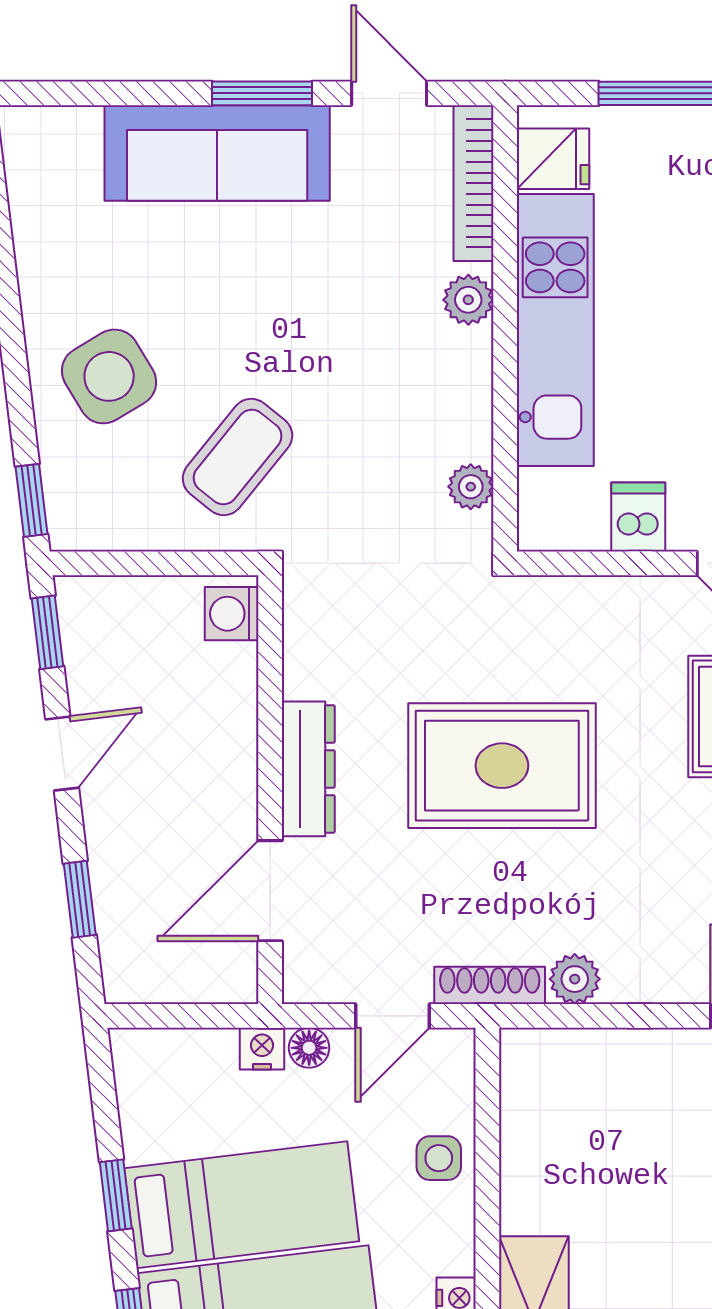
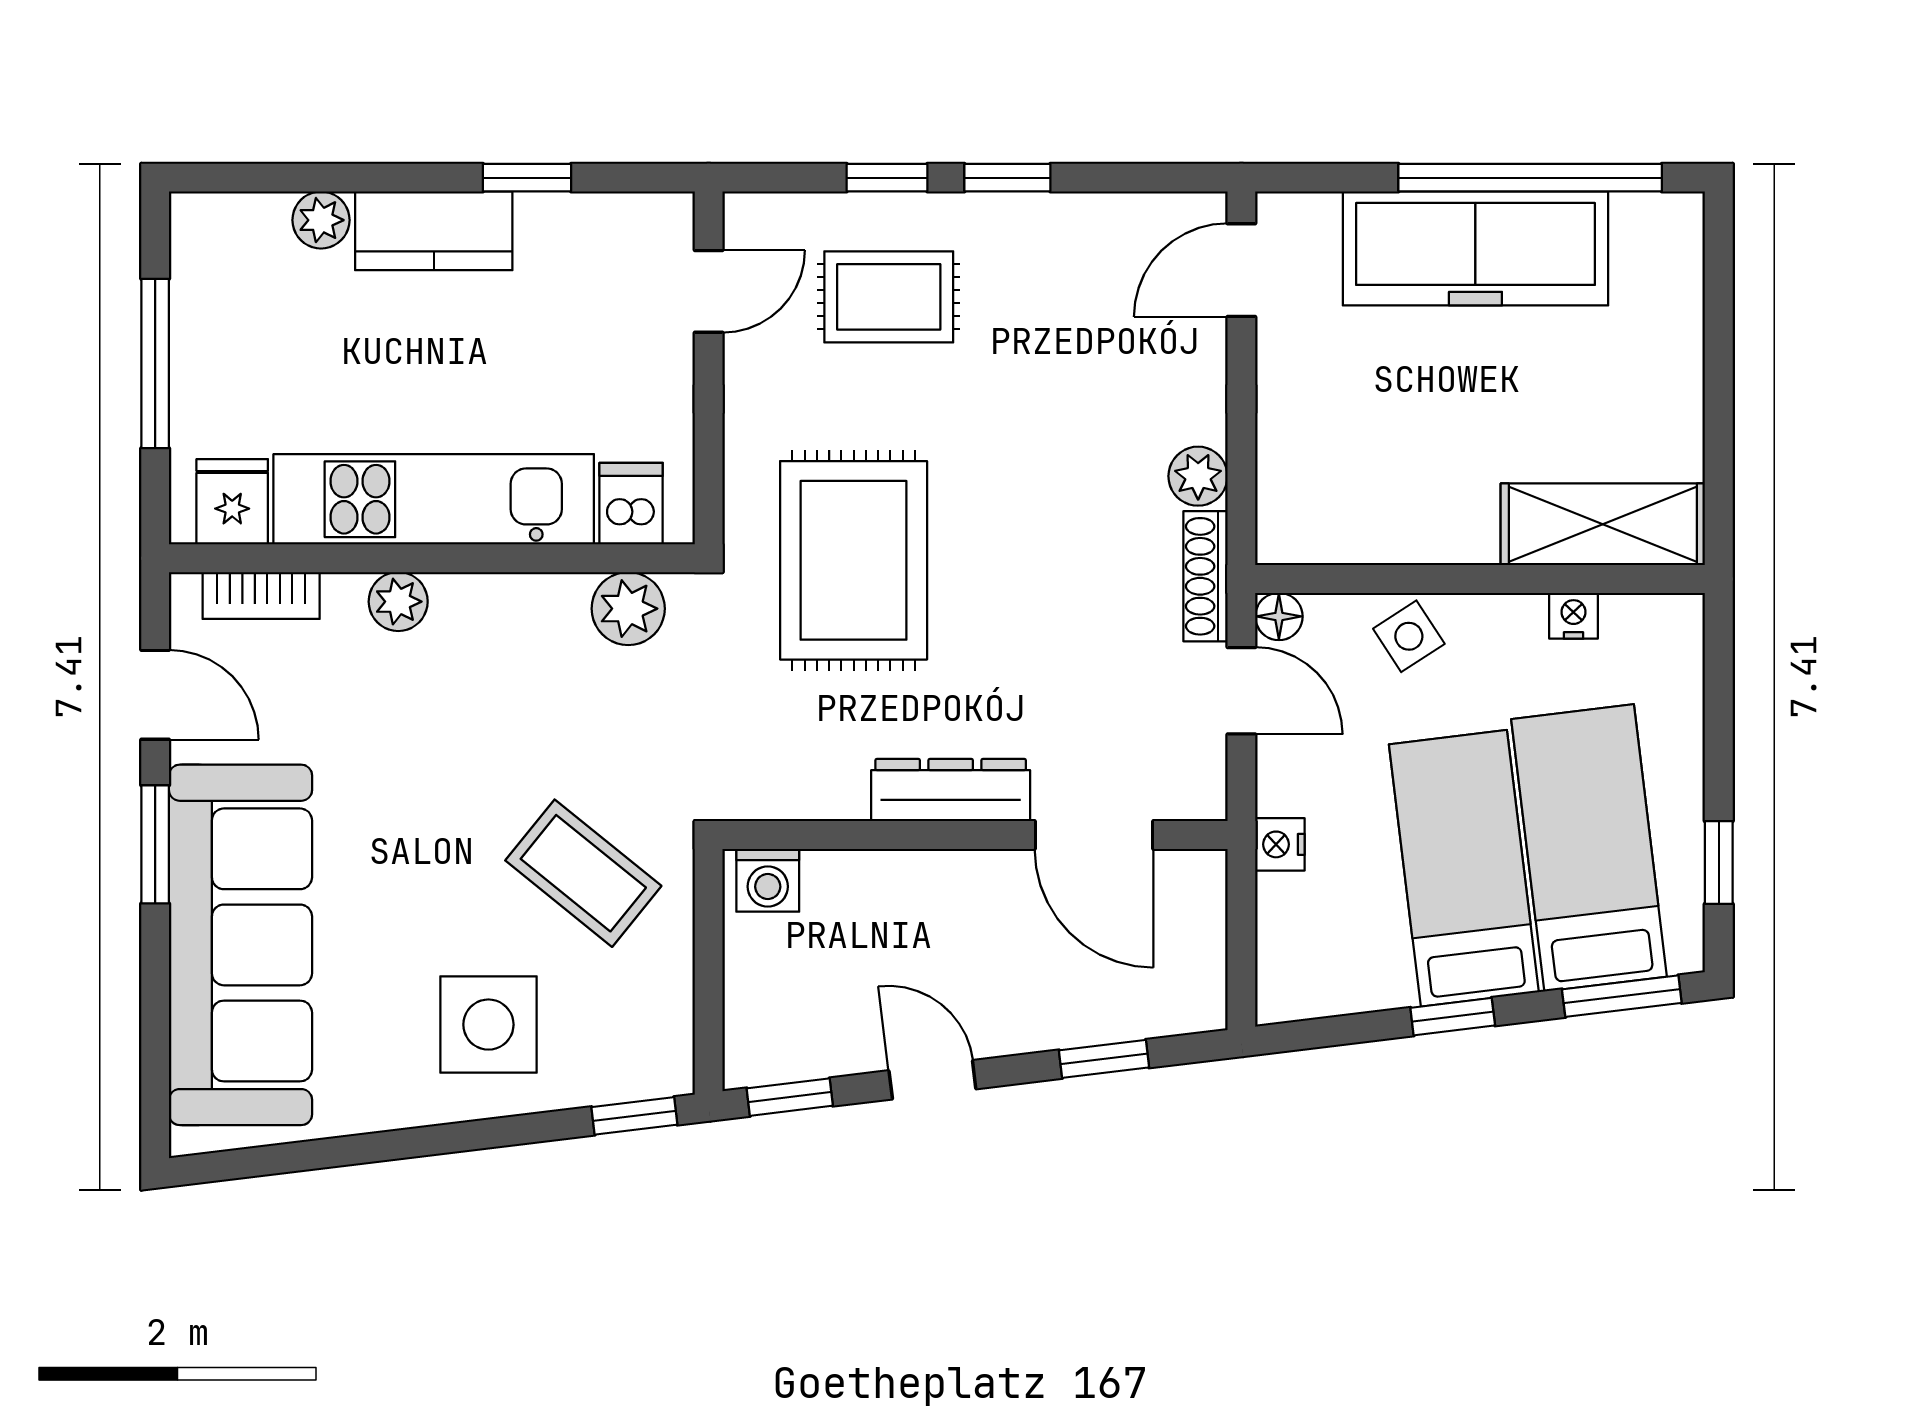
door: (389, 93) -> (155, 695), swing flipped
sofa: (217, 153) -> (241, 945), width x1.36, depth x1.27
bookcase: (473, 183) -> (261, 595), width x0.64
side table: (109, 376) -> (488, 1025), turned 31
plant: (471, 487) -> (628, 609), width x1.38, depth x1.38
dishwasher: (638, 517) -> (631, 504), moved, turned 90
rug: (502, 766) -> (854, 560), moved
floor lamp: (309, 1048) -> (1279, 616), moved
side table: (439, 1158) -> (1409, 636), turned -33

